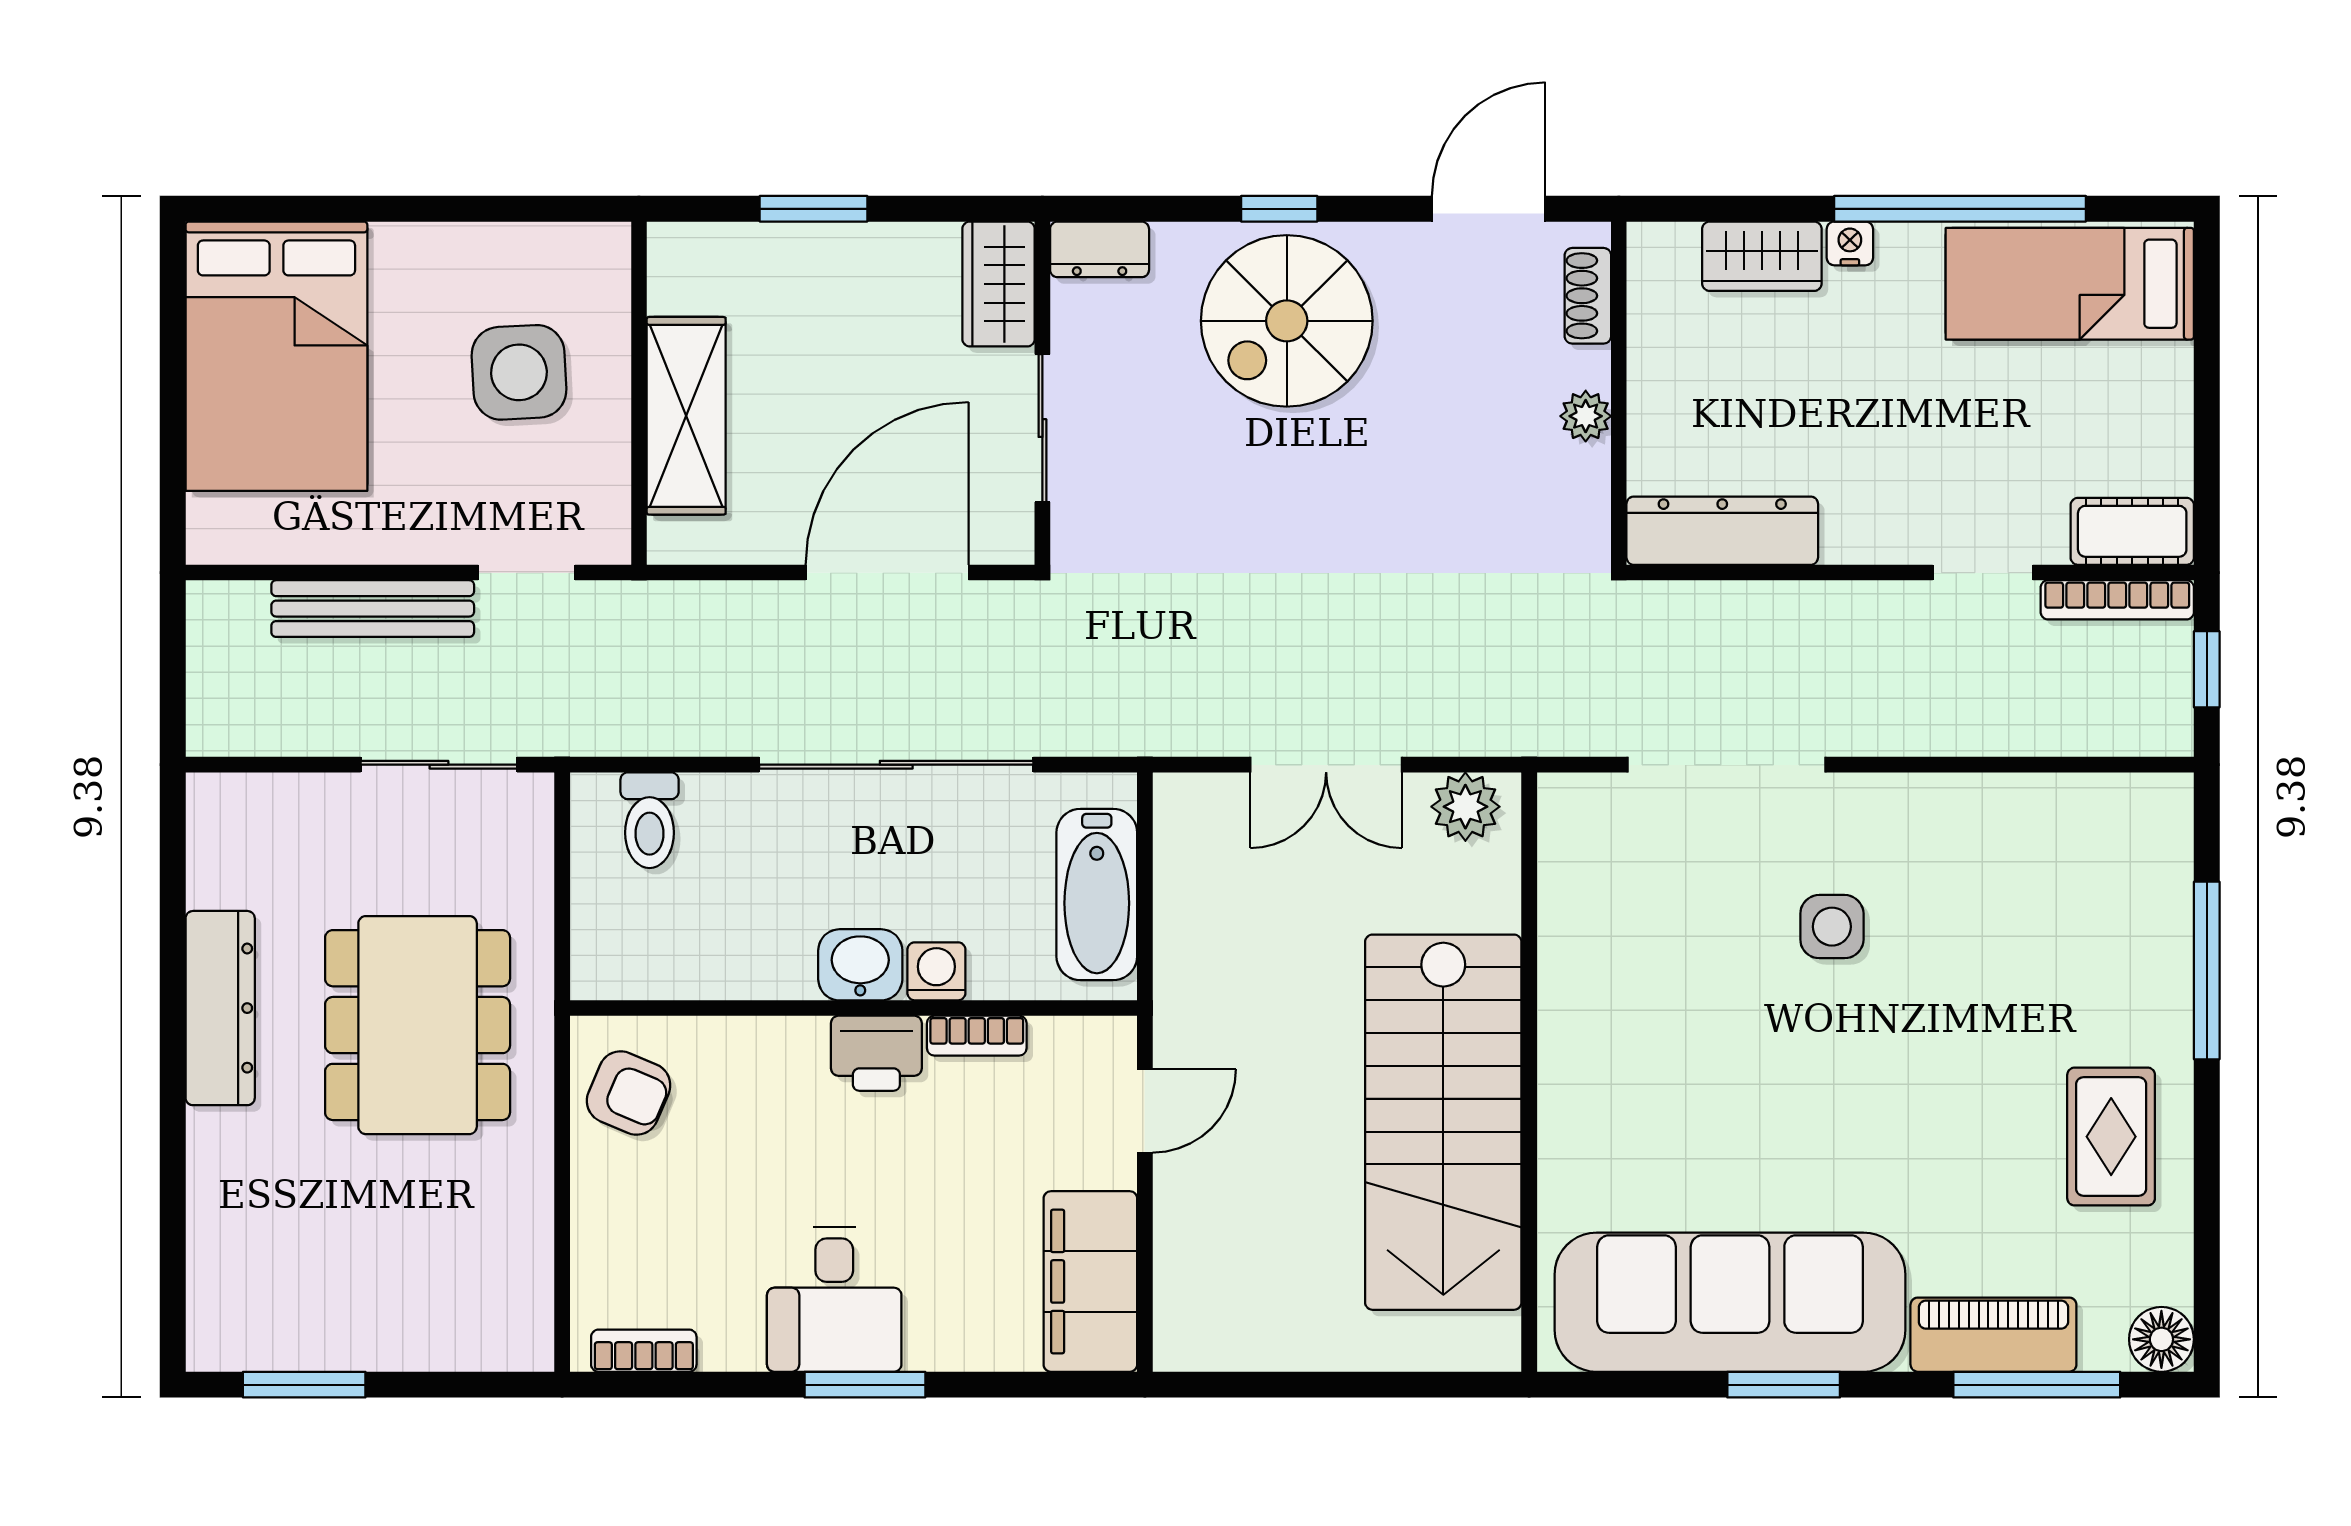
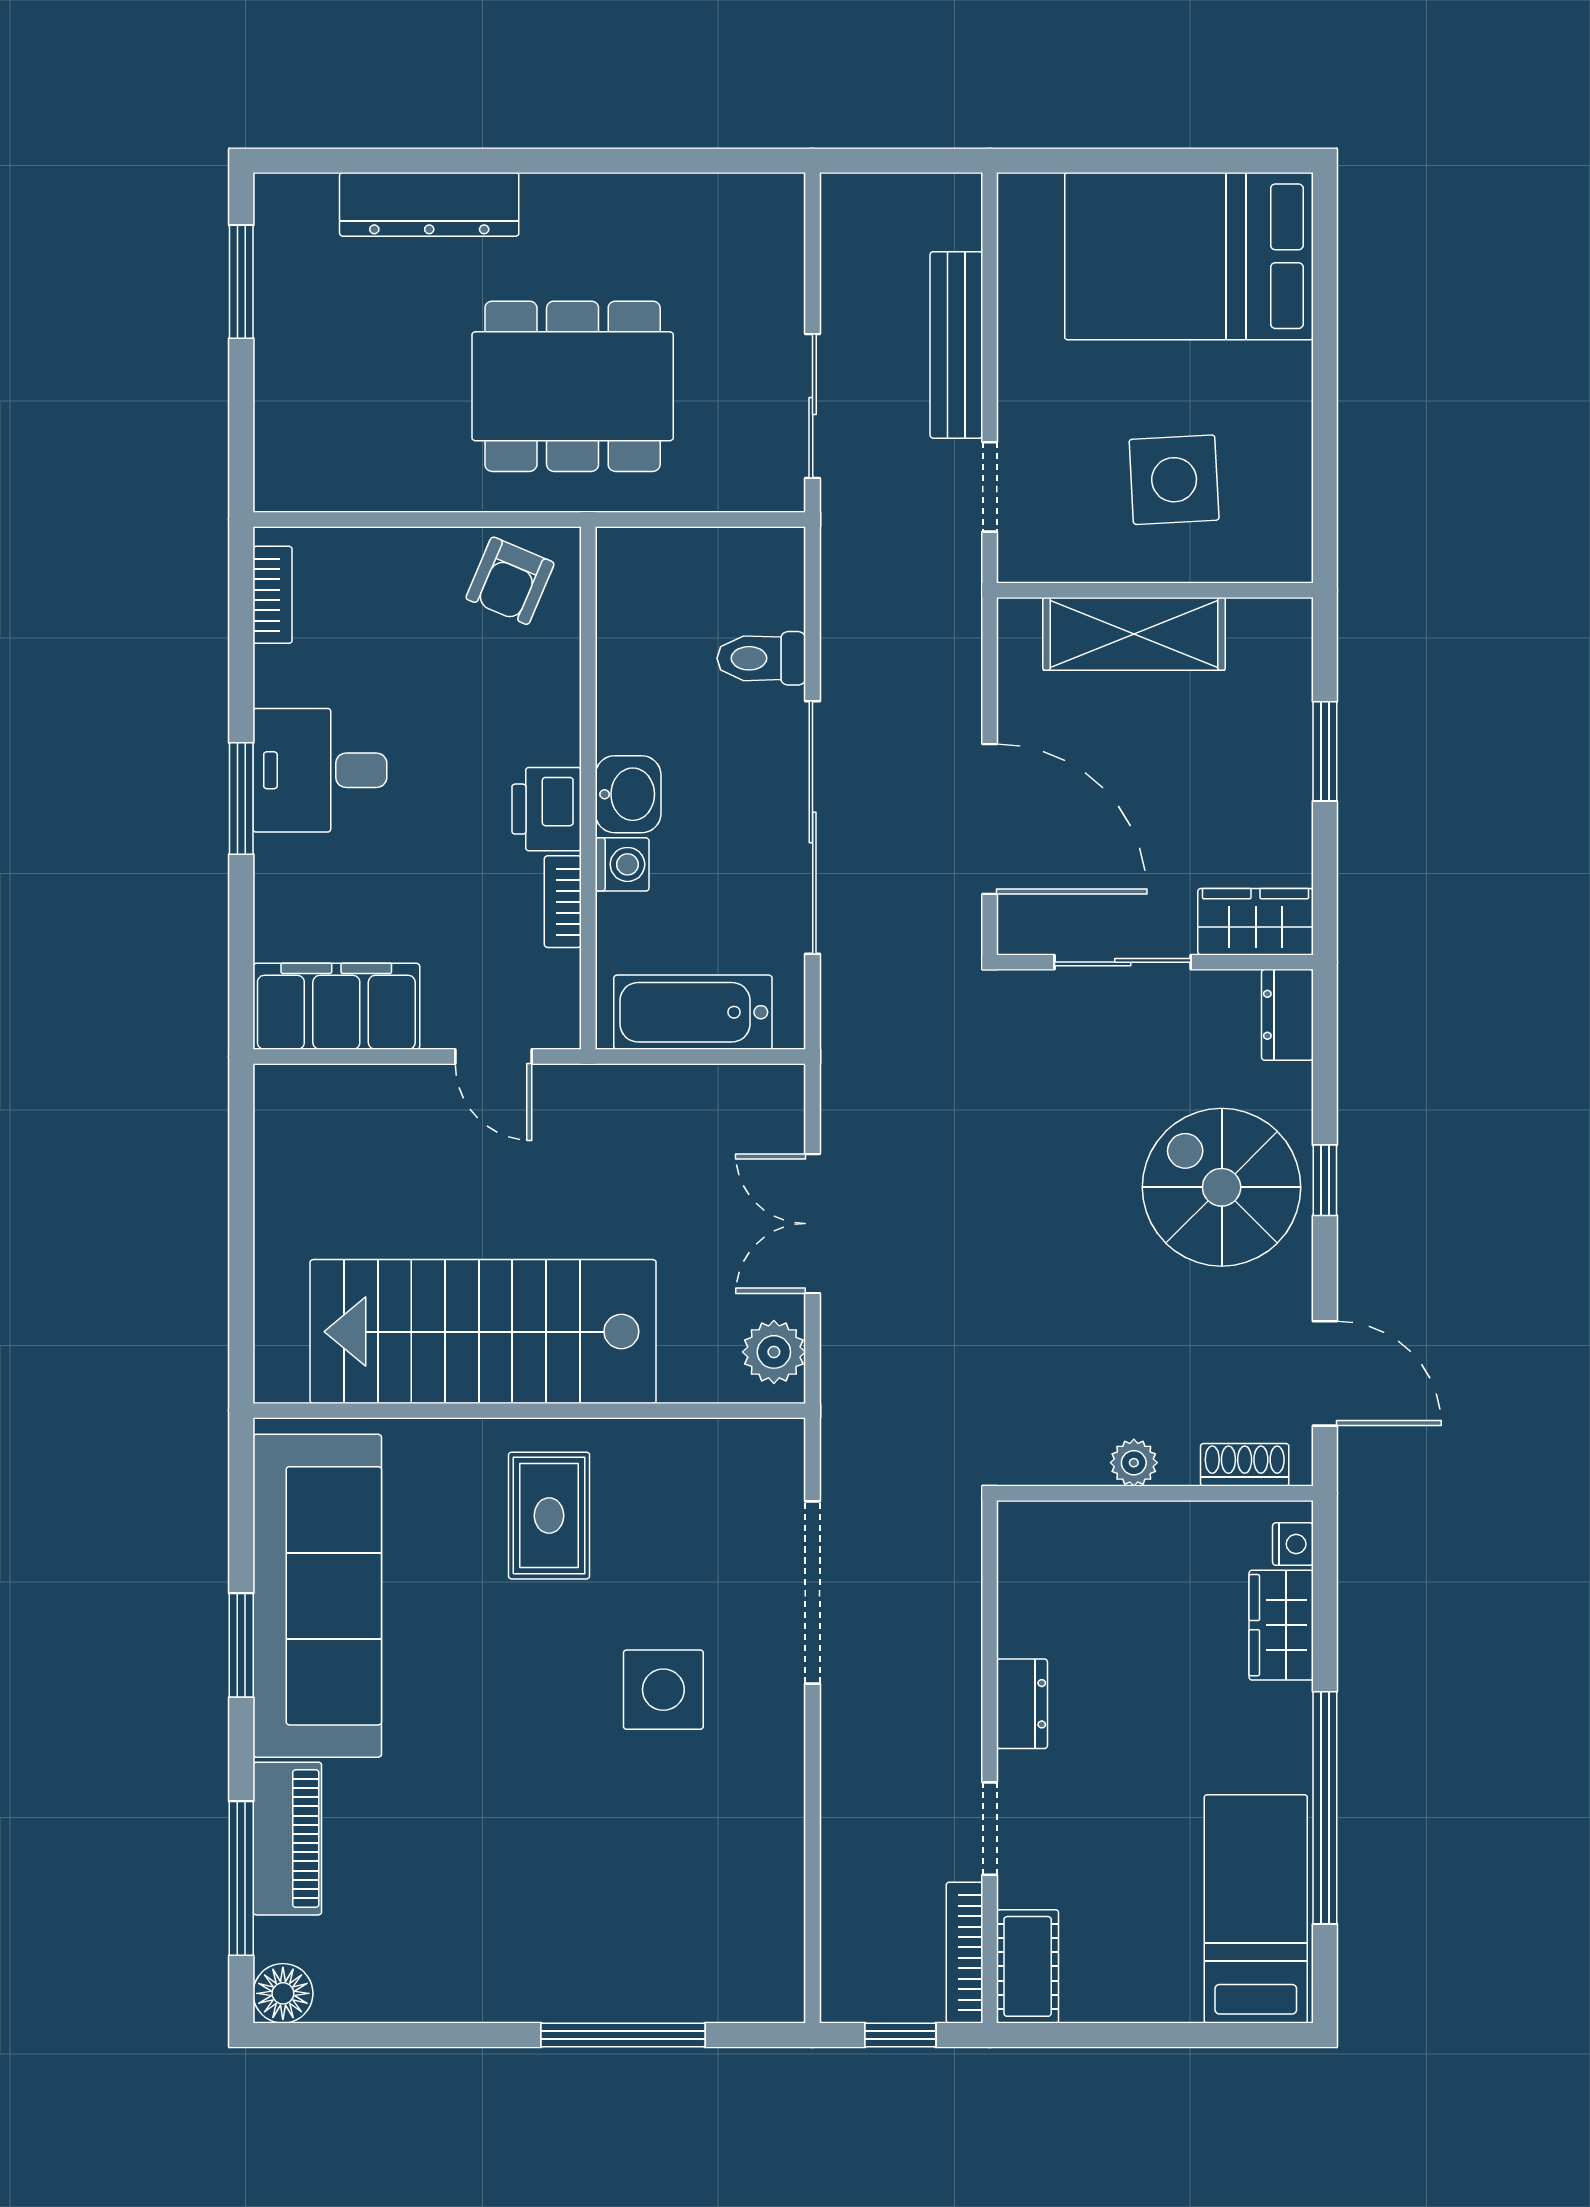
nightstand: (1850, 243) -> (1293, 1544), moved
dresser: (1722, 531) -> (1022, 1704), moved, width x0.51, depth x0.80
toilet: (650, 820) -> (761, 658), moved
side table: (1832, 927) -> (663, 1690), width x1.37, depth x1.37
dresser: (220, 1008) -> (429, 204), moved
rug: (2111, 1137) -> (549, 1516), moved, turned 90

